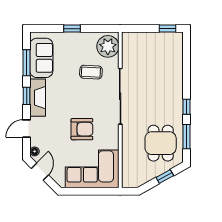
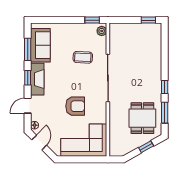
window: (72, 29) -> (92, 20), moved
plant: (108, 46) -> (102, 31), width x0.53, depth x0.53

